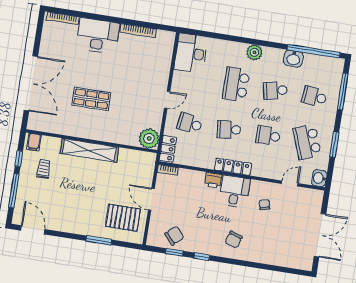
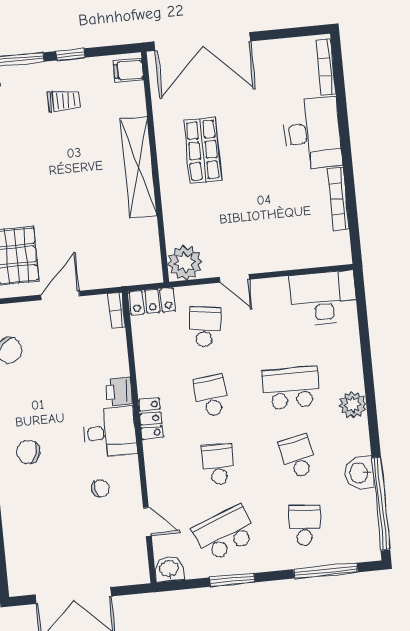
plant: (149, 138) -> (185, 263), moved
wall: (92, 141) -> (155, 167), moved
filing cabinet: (34, 142) -> (128, 70), moved
shelving: (89, 150) -> (139, 167), moved
locker: (233, 167) -> (151, 419), width x0.66

